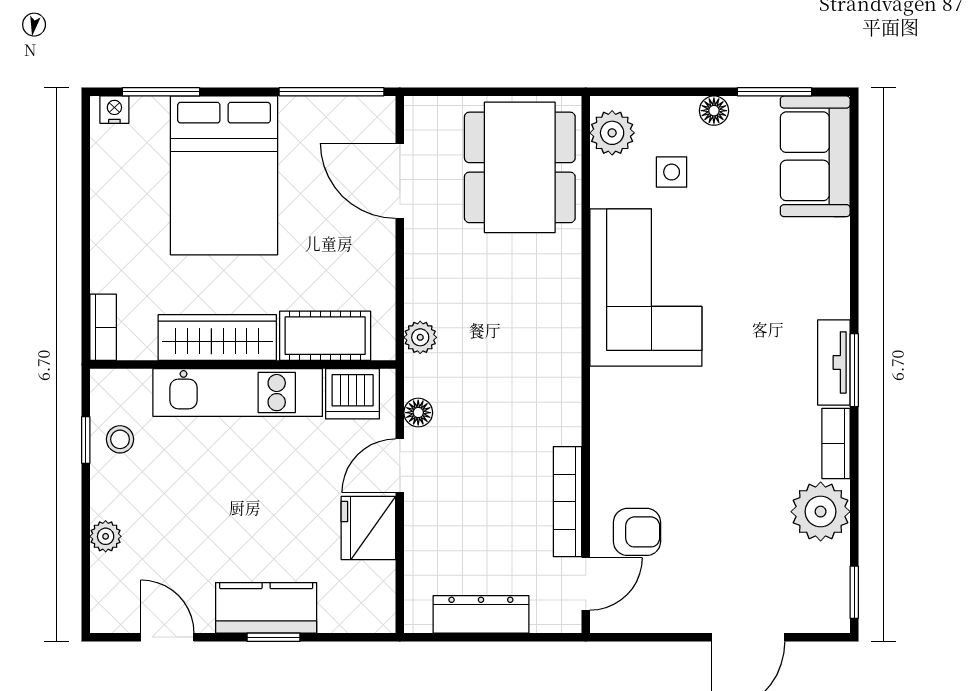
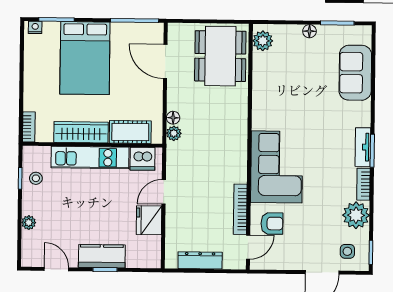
sofa: (815, 156) -> (355, 73), moved
side table: (672, 172) -> (347, 251), moved
corner sofa: (646, 288) -> (277, 167), moved
floor lamp: (418, 413) -> (173, 118), moved

